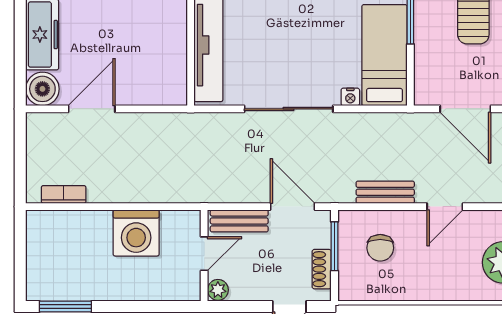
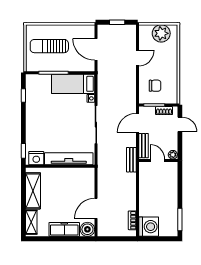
door: (92, 109) -> (96, 208), hinge flipped
door: (465, 109) -> (96, 49), swing flipped
bench: (385, 192) -> (131, 160), moved
door: (445, 207) -> (137, 58), hinge flipped
washing machine: (136, 233) -> (149, 227), moved

